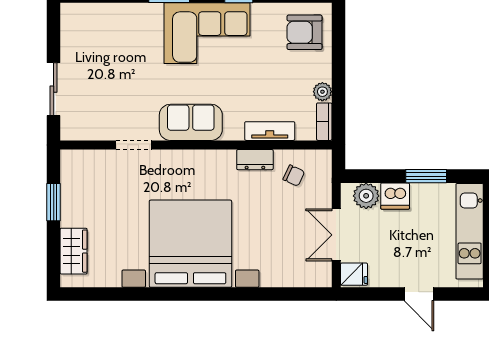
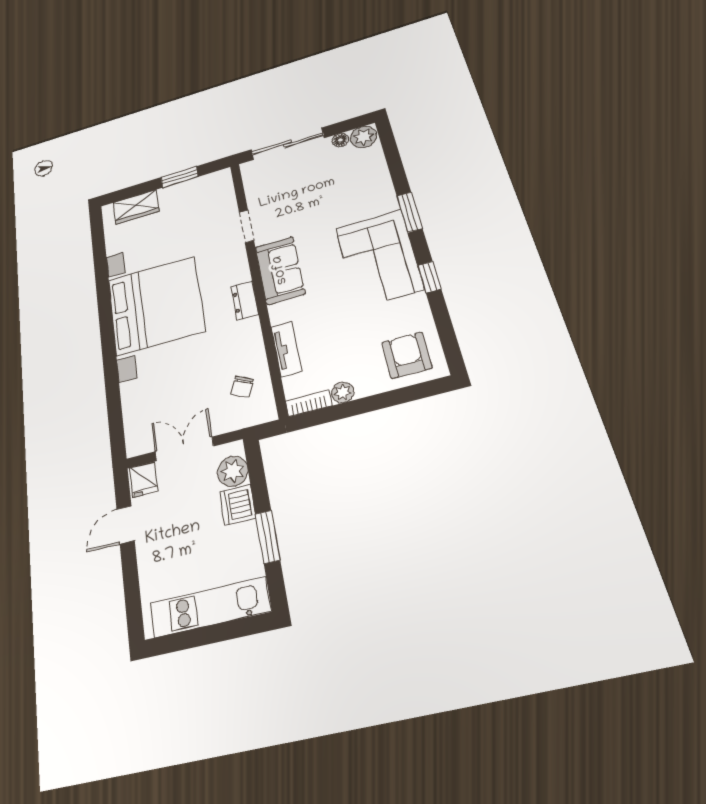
plant: (73, 17) -> (364, 137), added
floor lamp: (68, 39) -> (340, 140), added
sliding door: (54, 89) -> (288, 144), width x1.37
dresser: (255, 160) -> (245, 300), moved
door: (419, 294) -> (126, 525), moved

